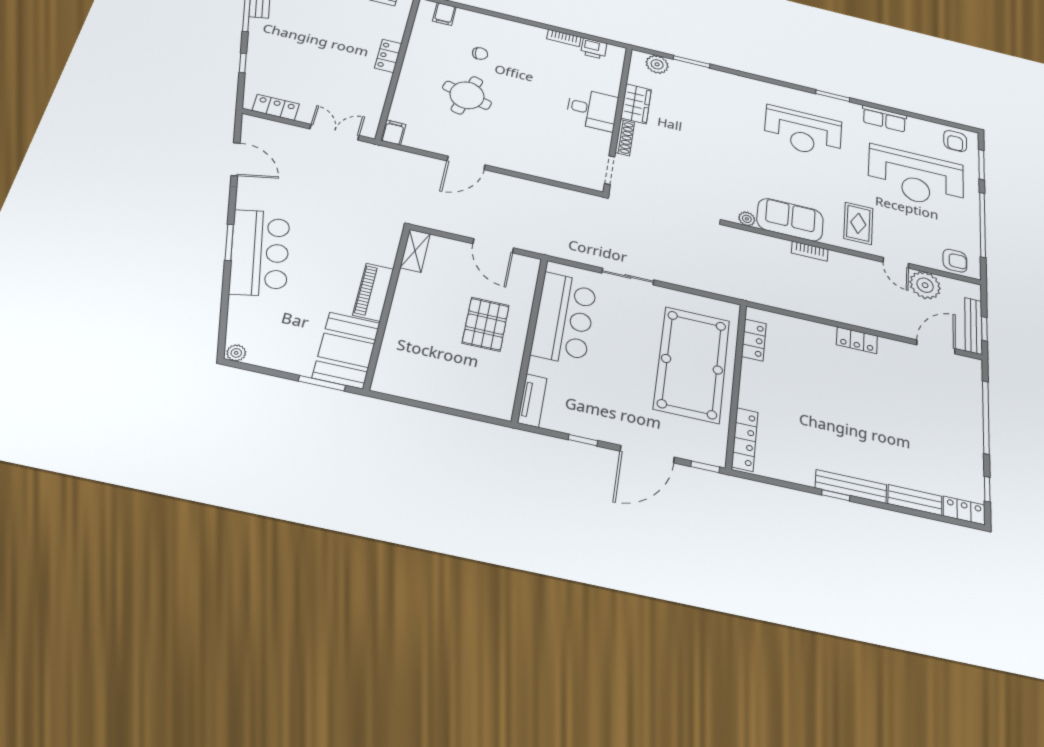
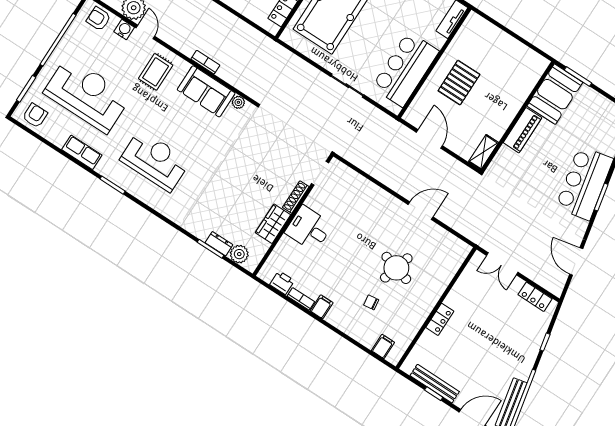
dresser: (685, 69) -> (219, 244), added
filing cabinet: (393, 132) -> (322, 307), moved, turned 180
water cooler: (920, 258) -> (124, 30), added

